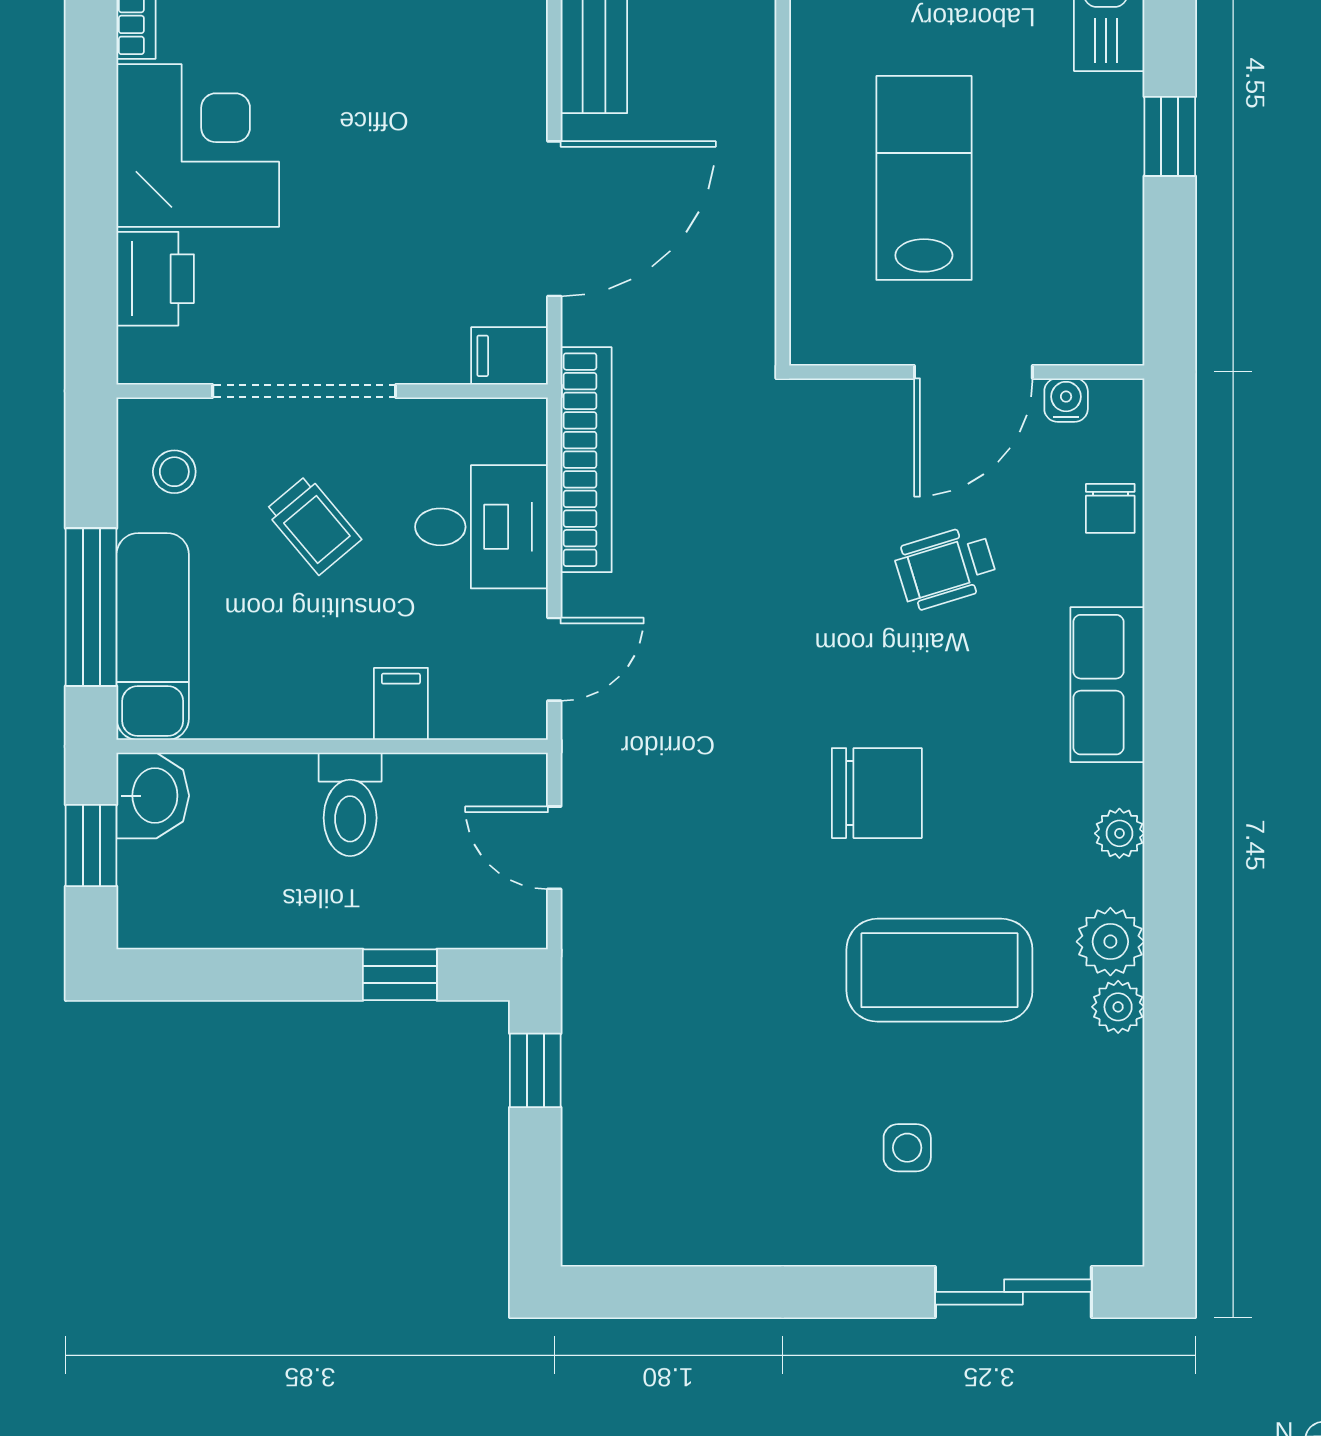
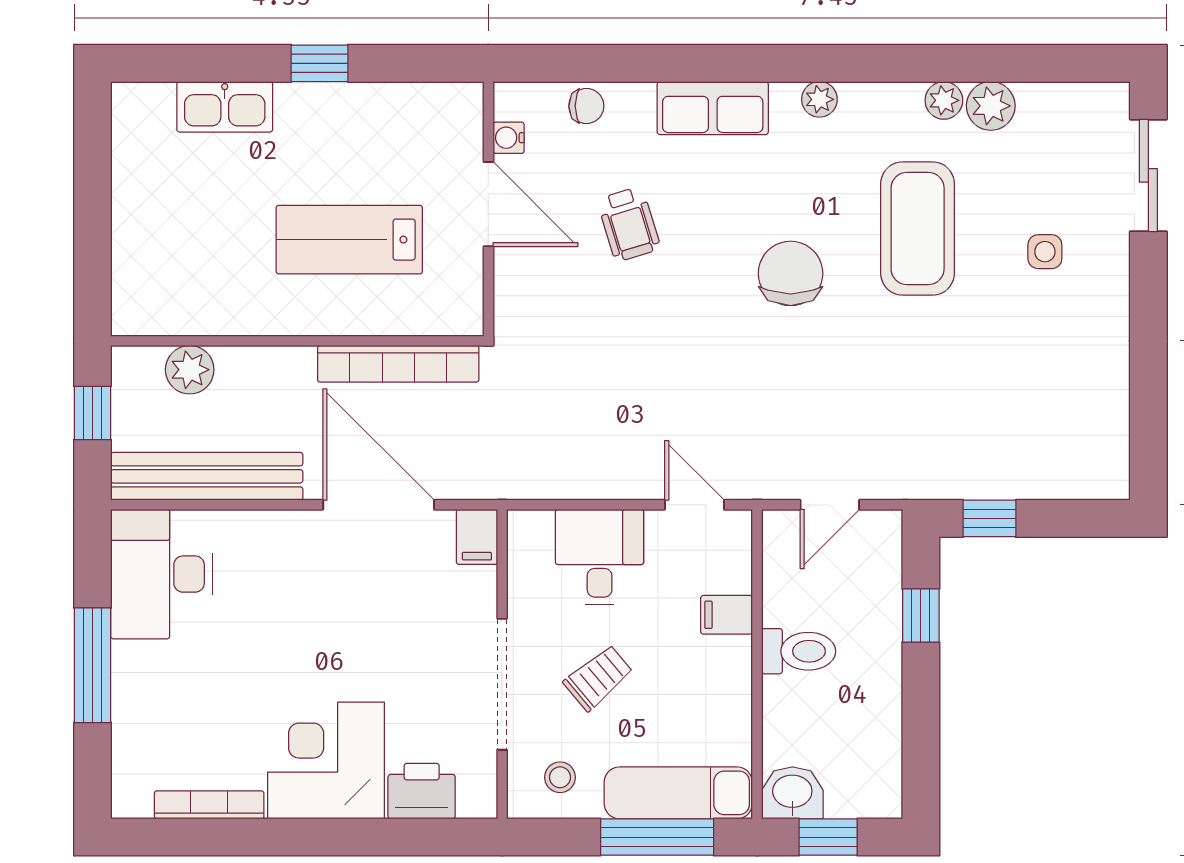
bookcase: (586, 460) -> (398, 364), moved, turned 180
plant: (1110, 942) -> (991, 106), moved

